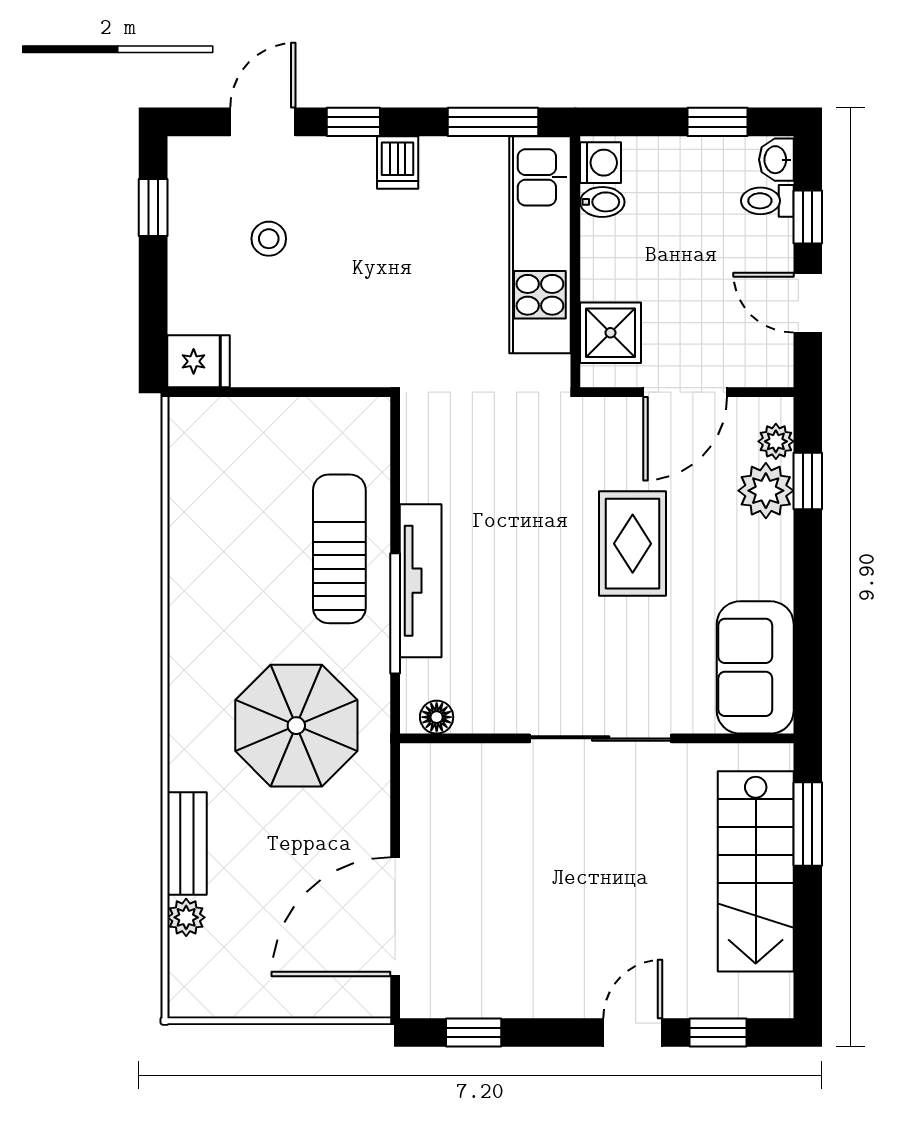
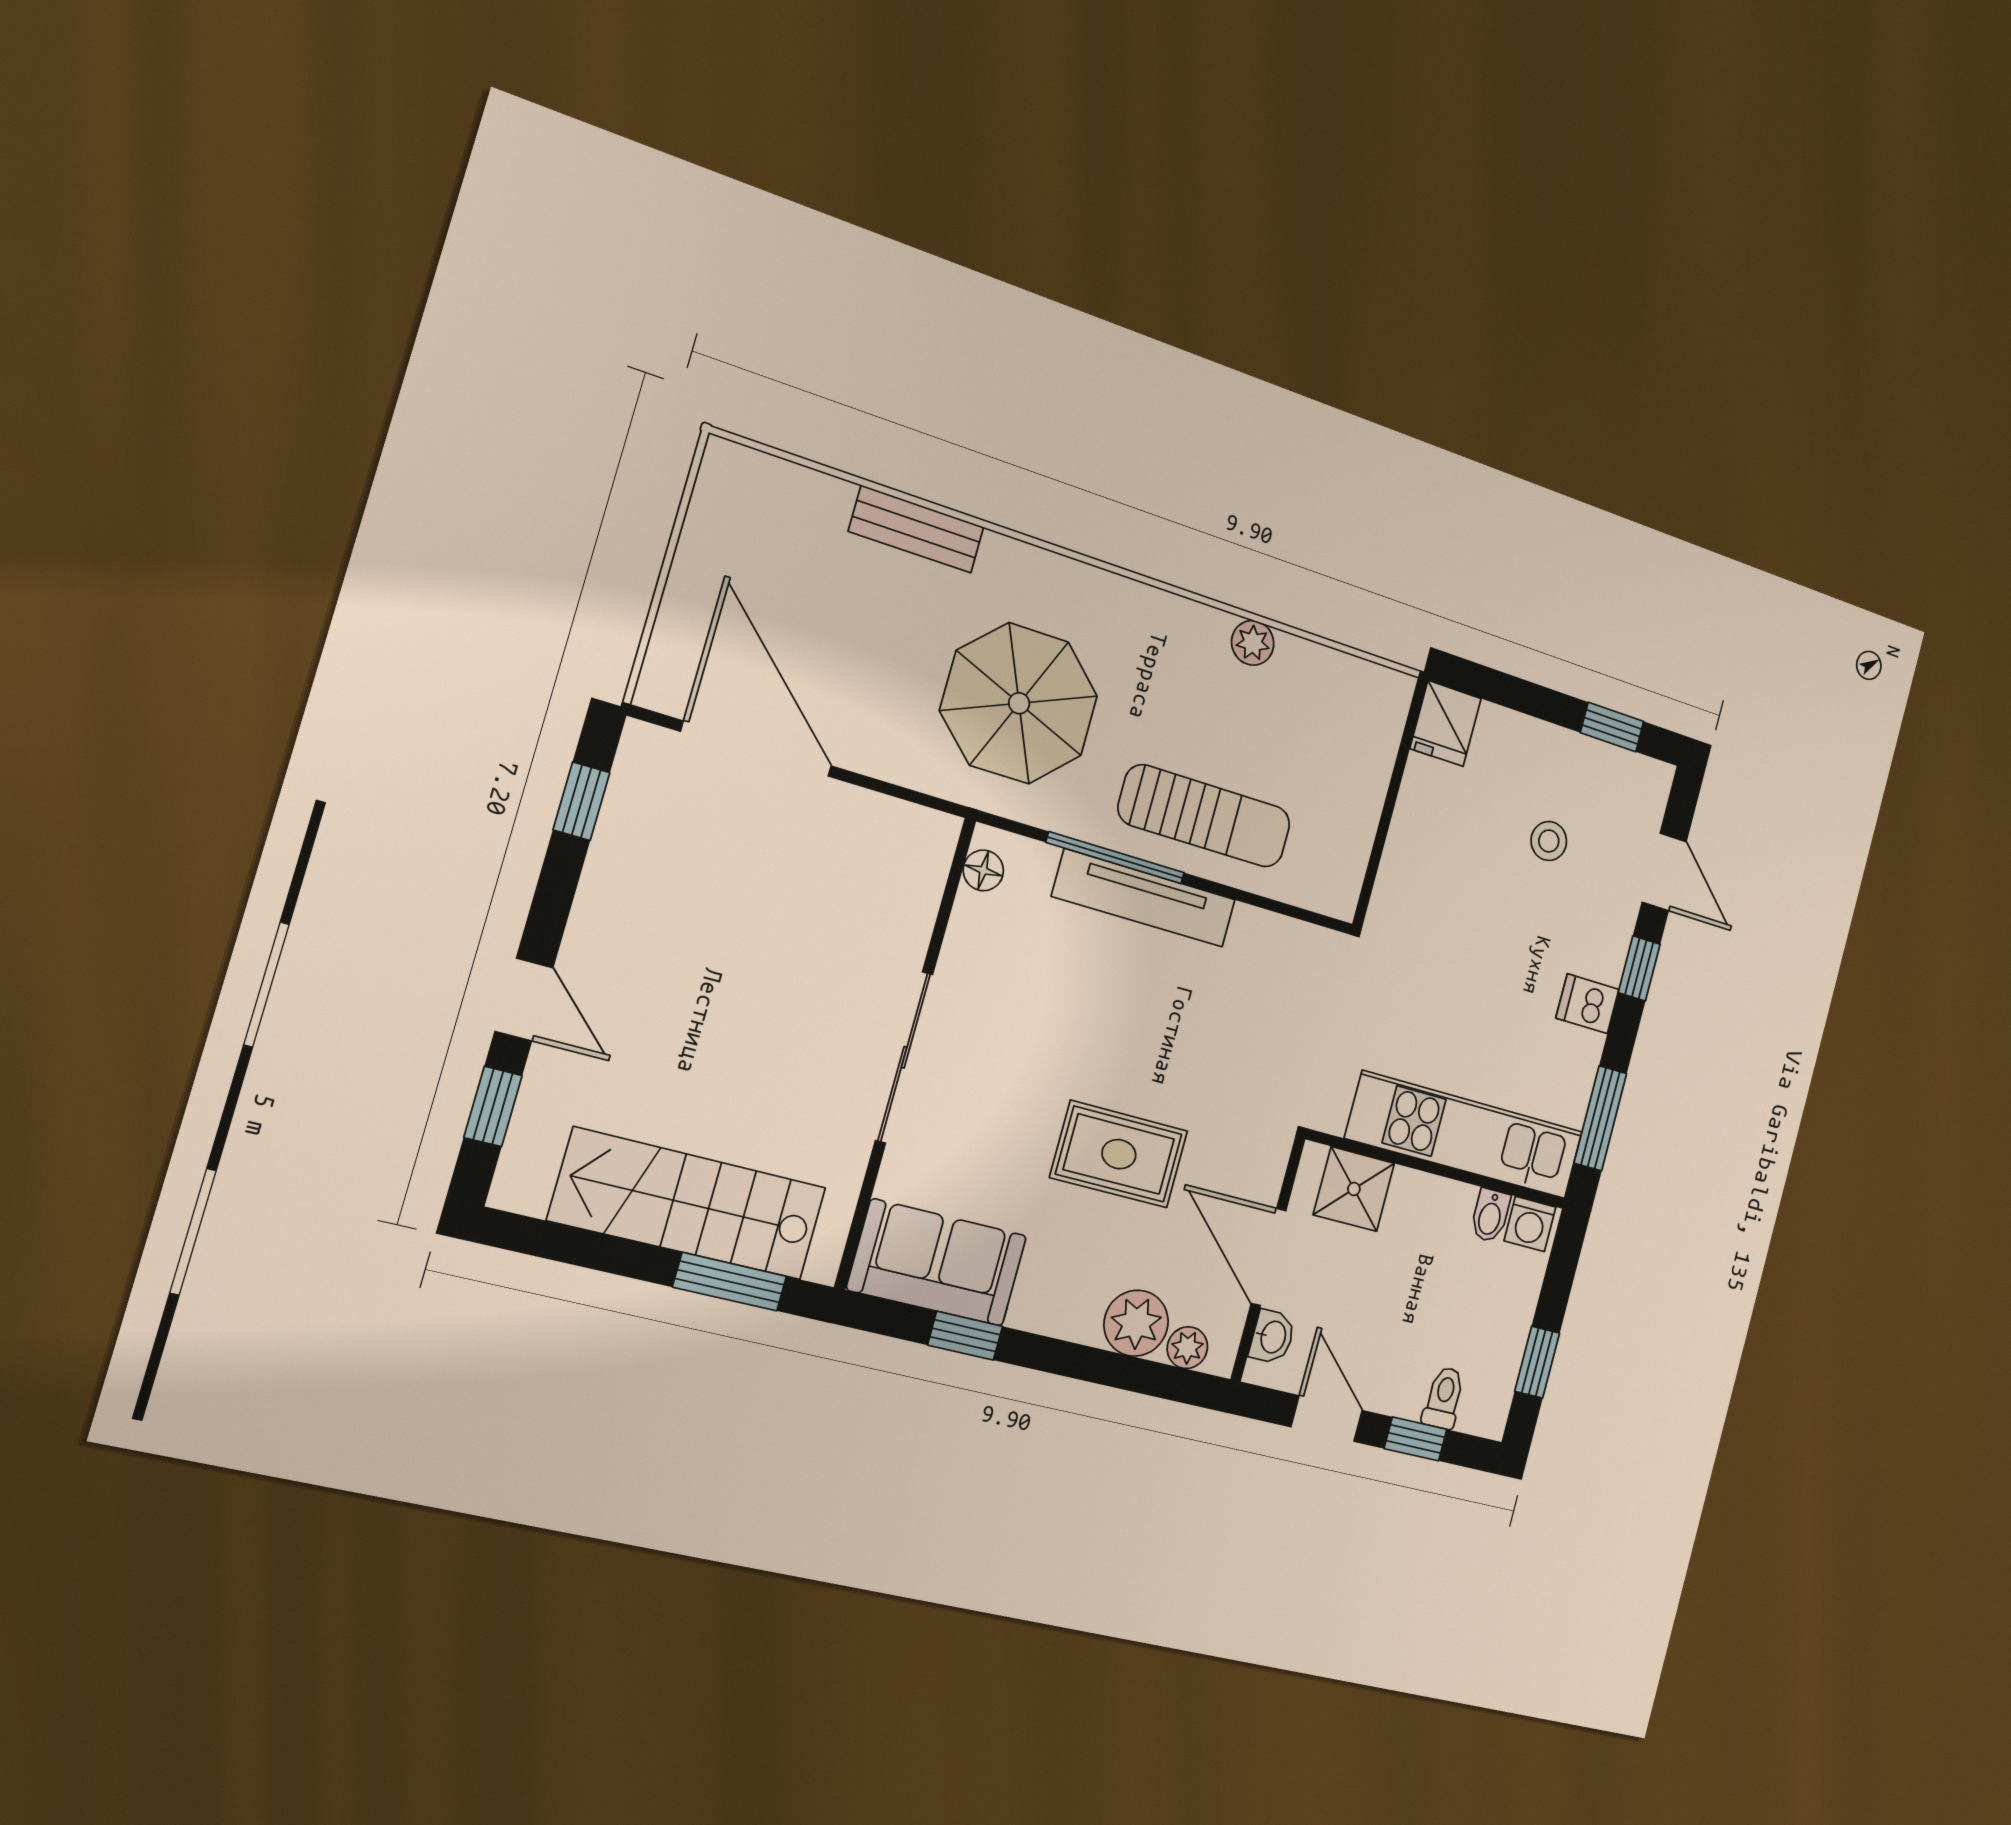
washbasin: (776, 160) -> (1272, 1337), moved, turned 90
door: (808, 303) -> (1327, 1419), hinge flipped
window: (808, 481) -> (965, 1336), moved
plant: (186, 917) -> (1253, 643), moved

